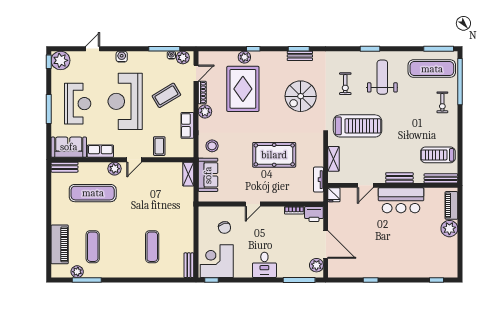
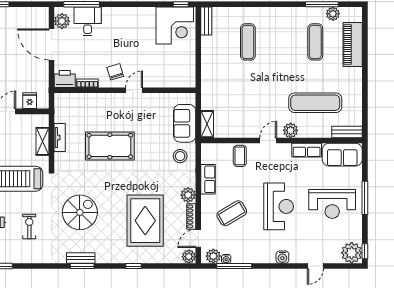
plant: (244, 57) -> (189, 257), moved
reception desk: (125, 101) -> (279, 206), width x0.74, depth x0.77
reception desk: (78, 104) -> (332, 204), turned -90
tv unit: (319, 180) -> (60, 137), moved
fridge: (334, 195) -> (30, 101), moved
chair: (225, 228) -> (115, 72), moved
desk: (264, 265) -> (88, 21), moved

